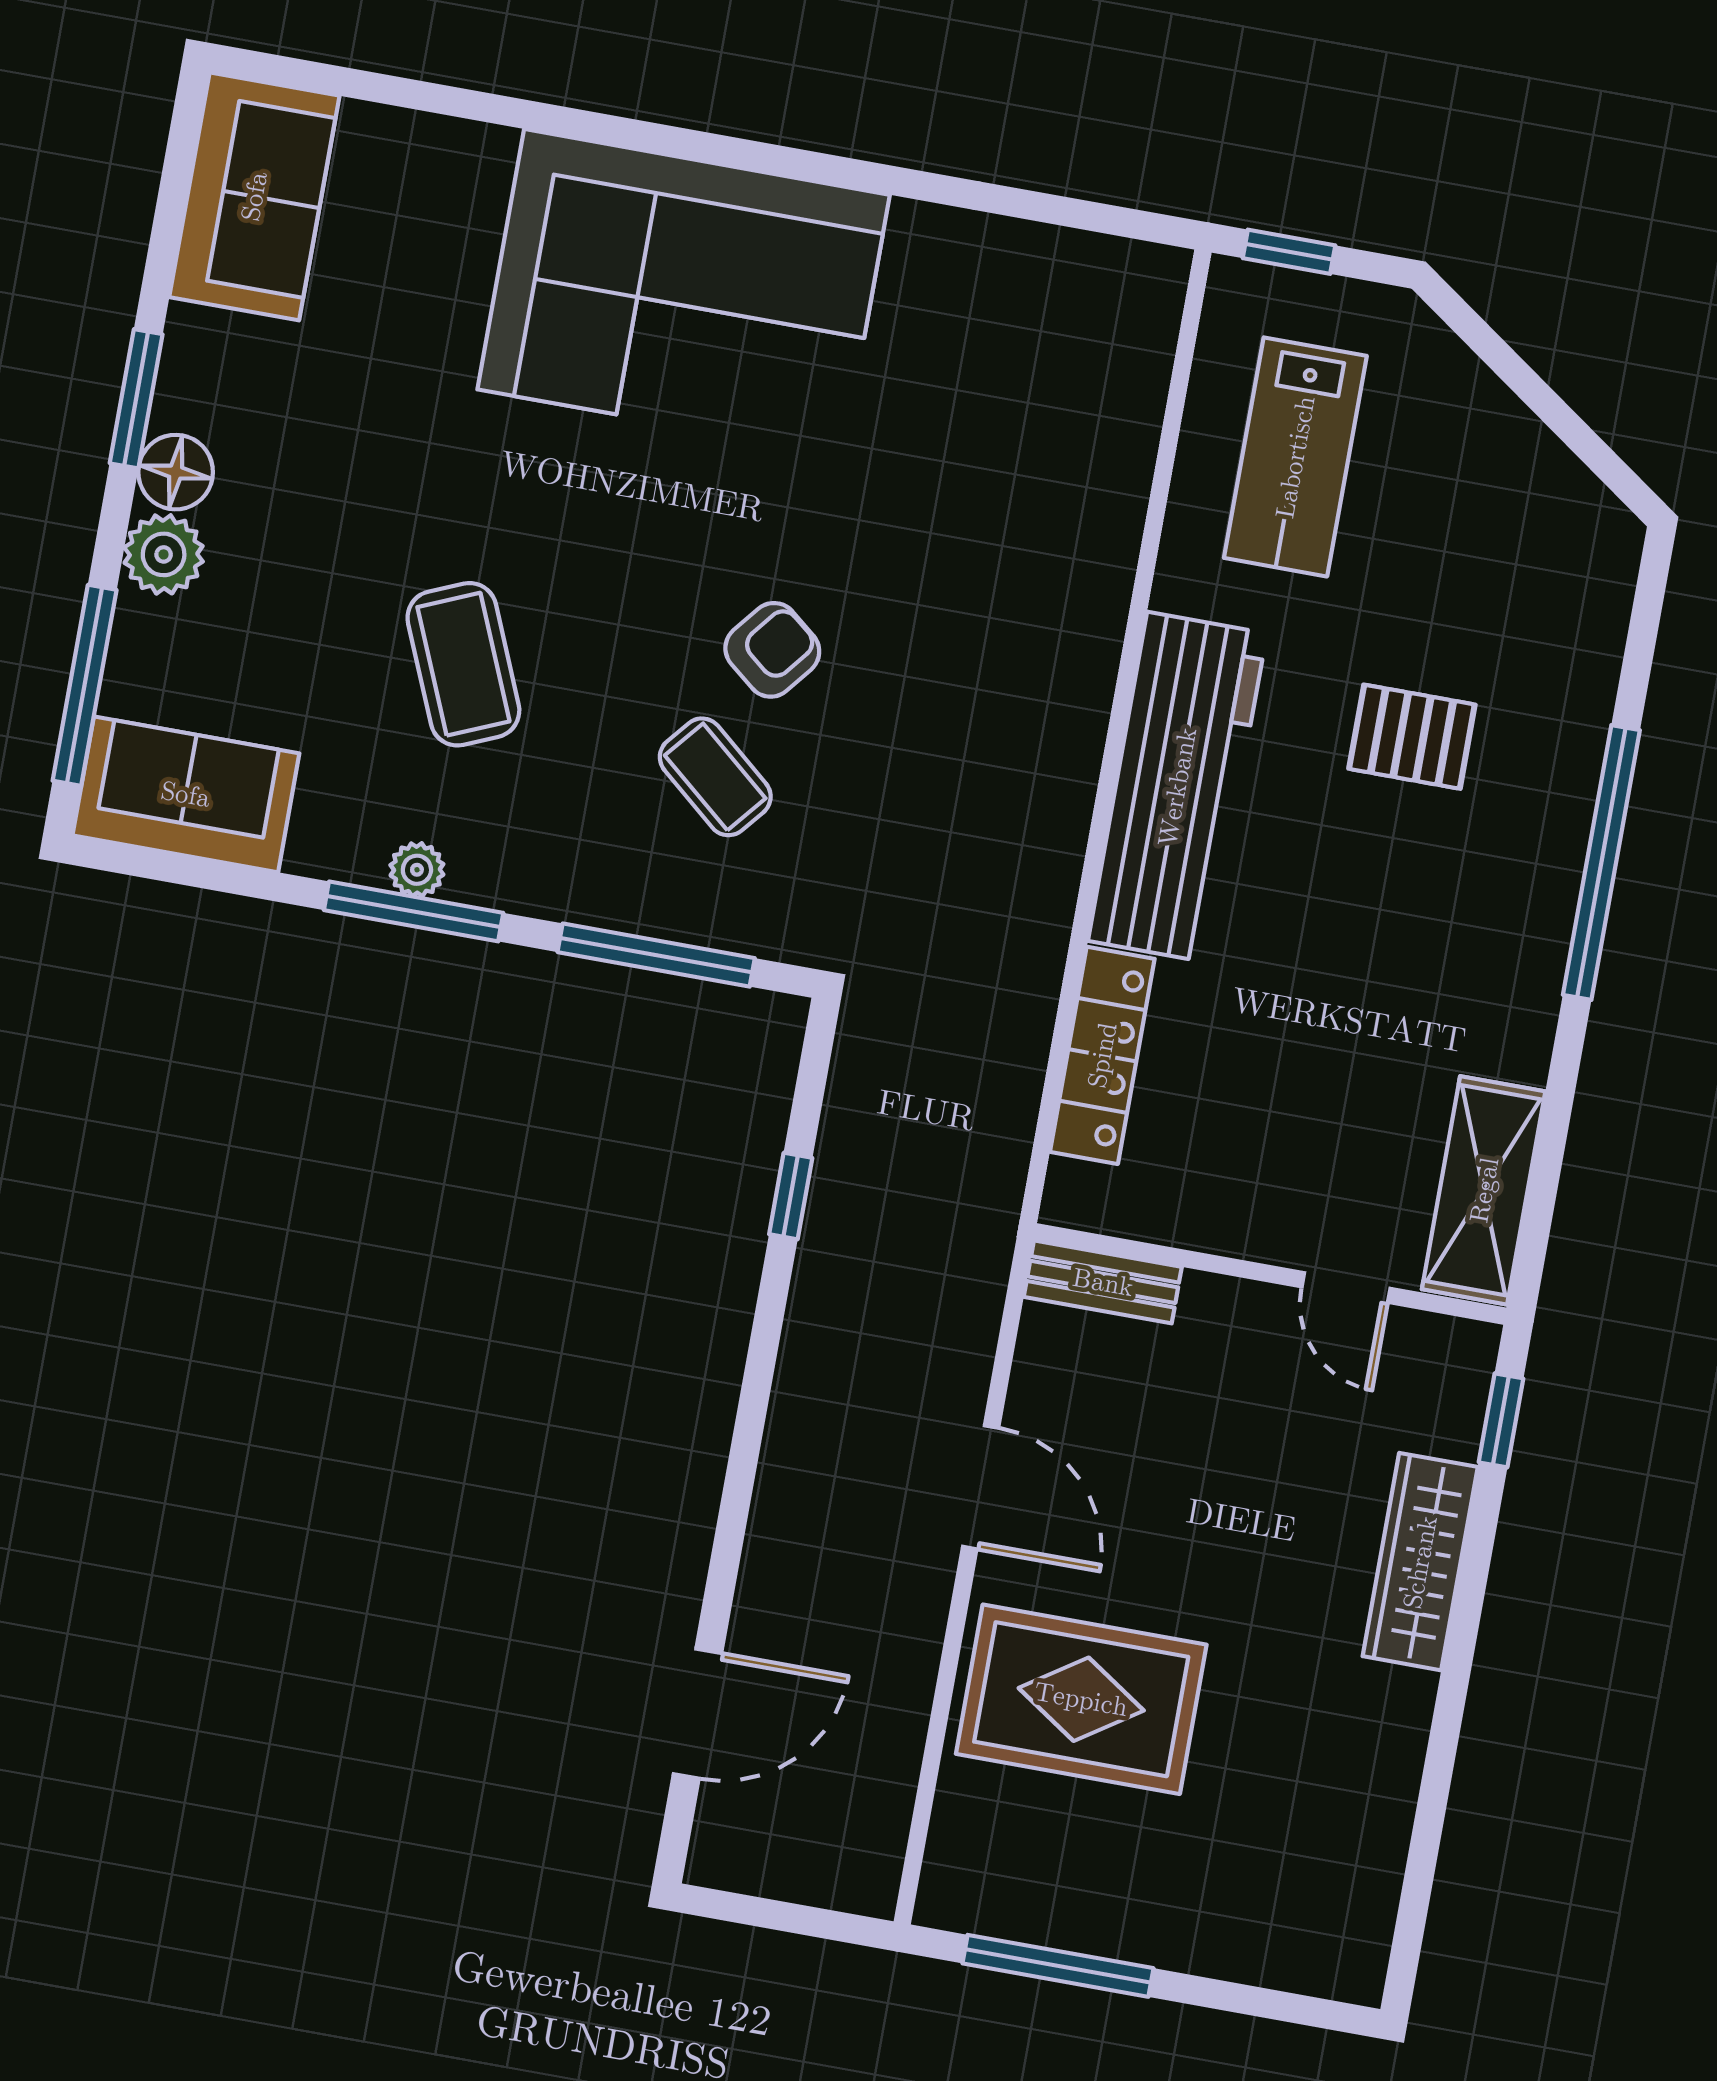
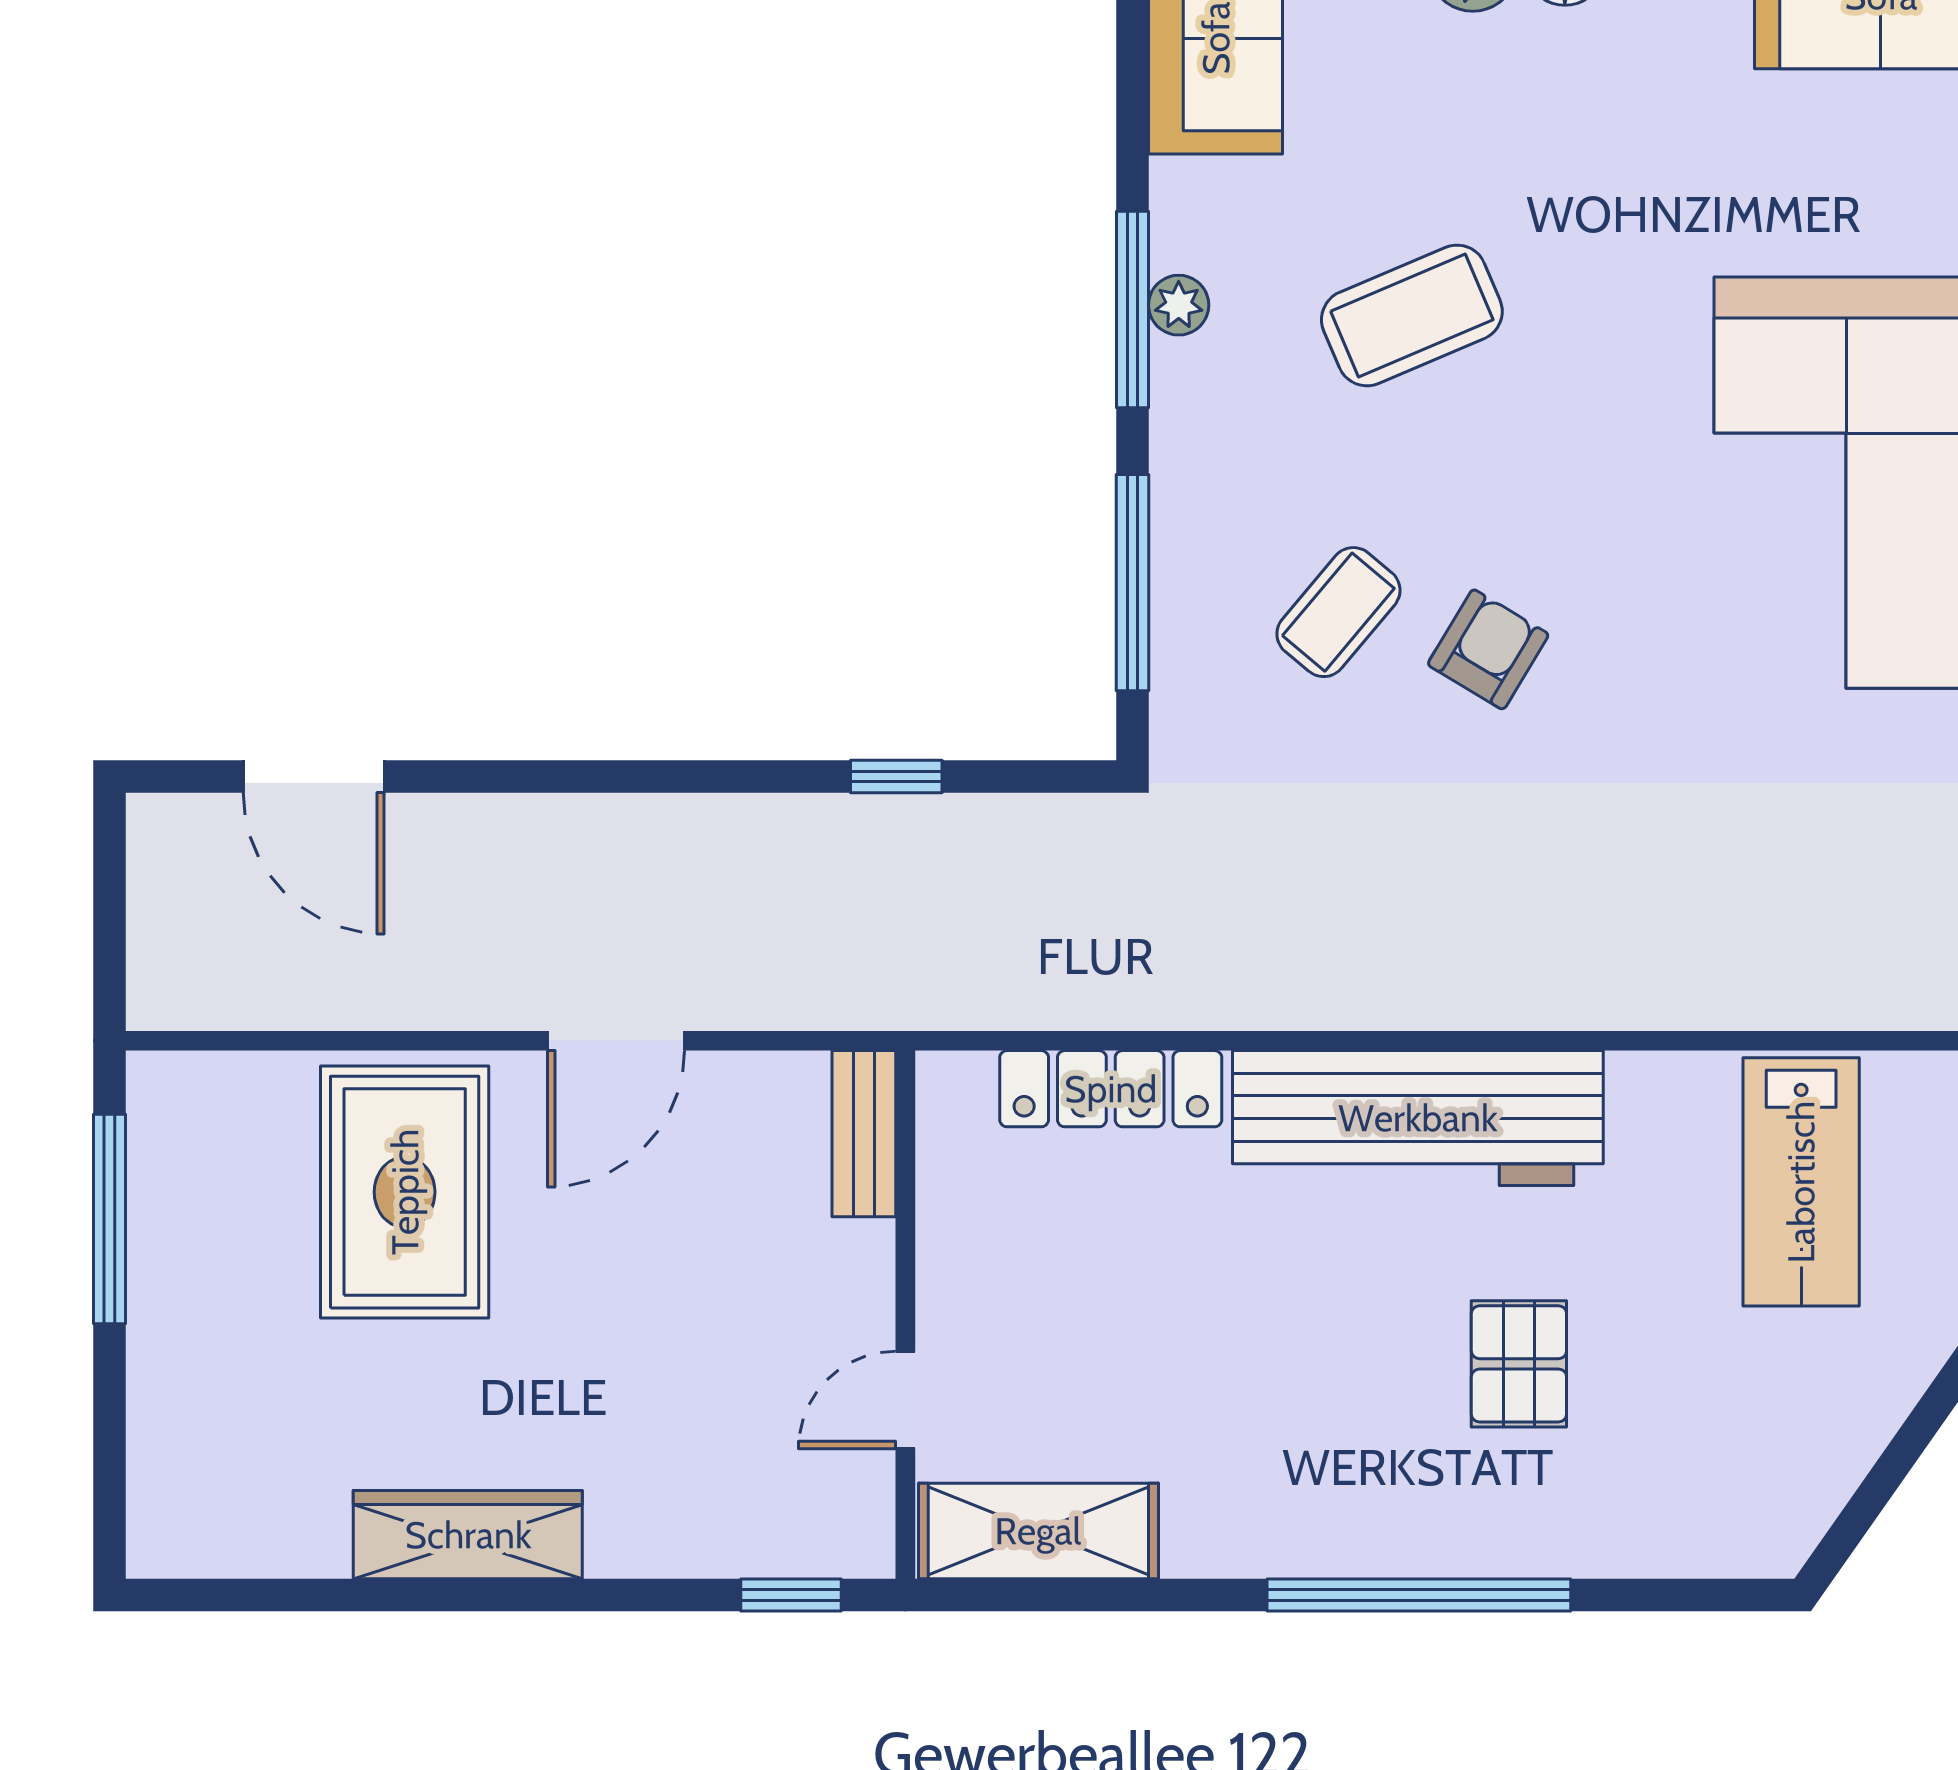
lab bench: (1295, 457) -> (1801, 1182), turned -90
armchair: (772, 650) -> (1488, 649), turned -98
wardrobe: (1420, 1562) -> (468, 1535), moved

